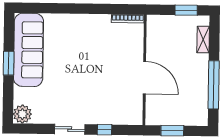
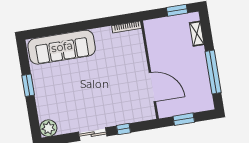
sofa: (29, 50) -> (62, 47), moved, turned 90
door: (144, 78) -> (152, 87), moved

